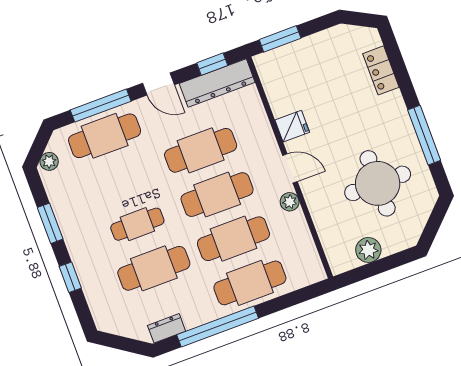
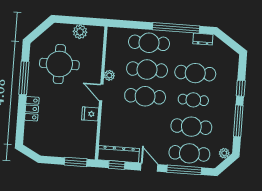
locker: (381, 70) -> (32, 109), moved
cafe table: (201, 150) -> (191, 127), moved
window: (50, 223) -> (238, 121), width x1.44

